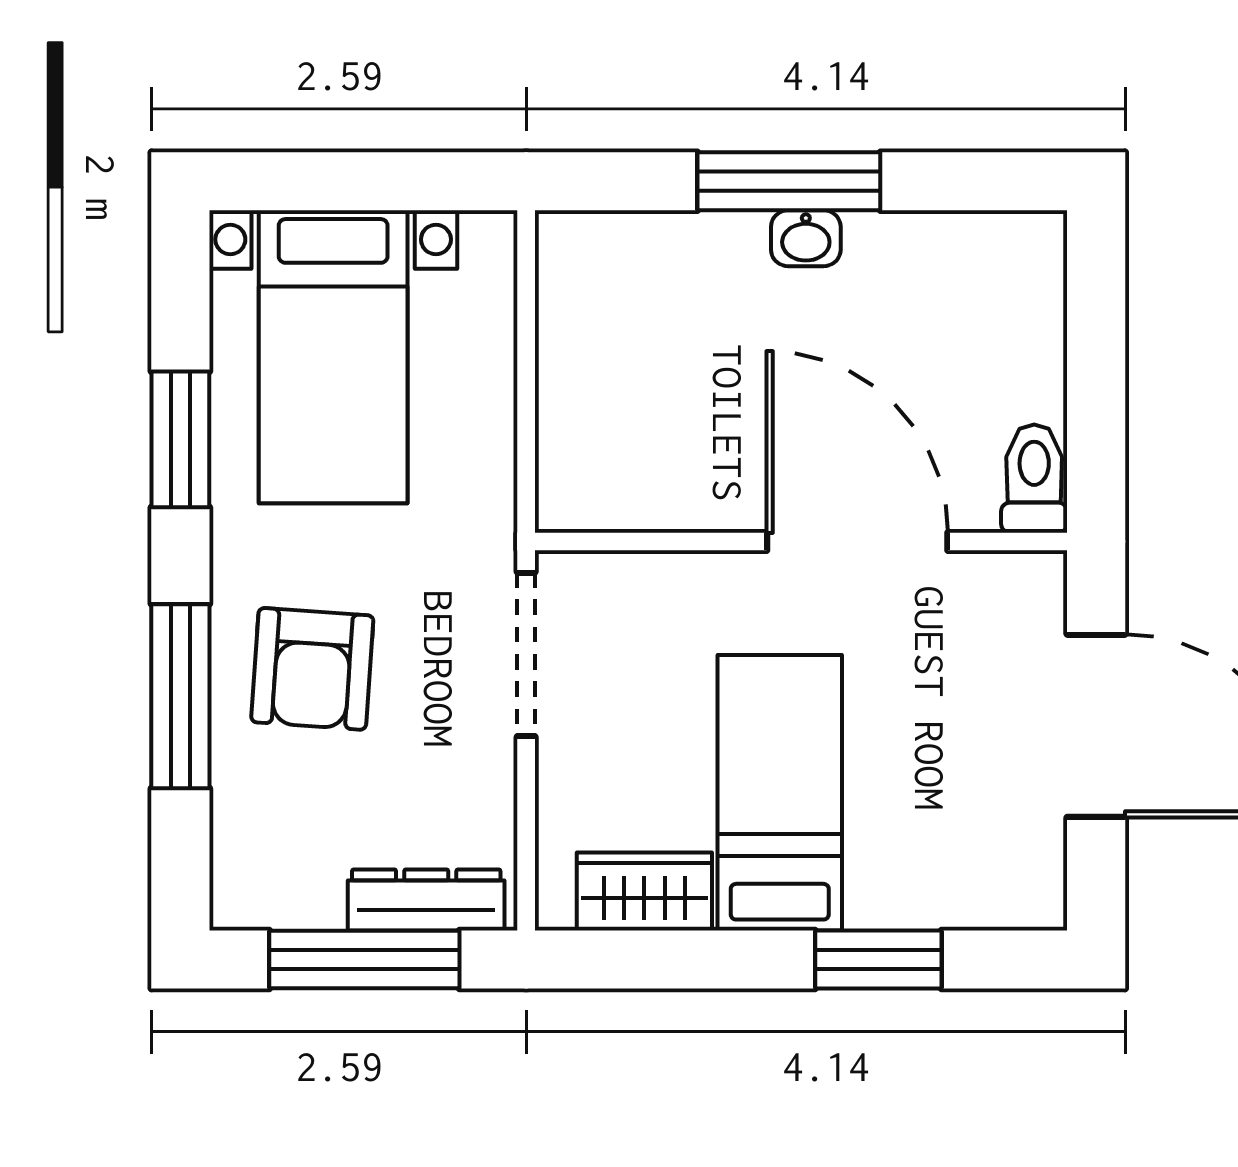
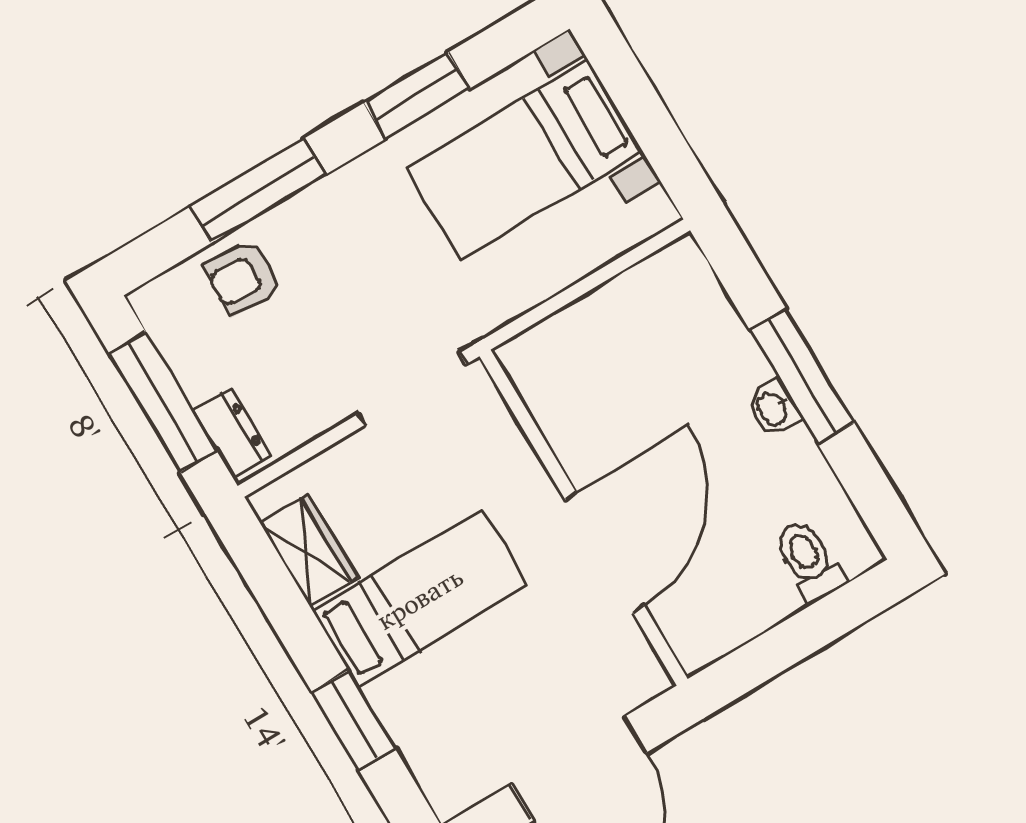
toilet: (1034, 479) -> (809, 561), moved, turned -90
armchair: (312, 669) -> (243, 278), moved, width x0.72, depth x0.72
dresser: (426, 900) -> (232, 433), width x0.70

